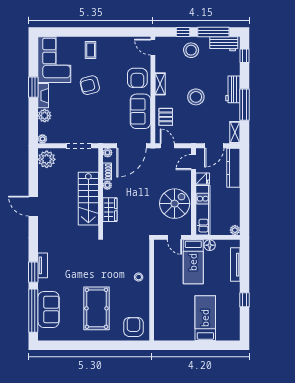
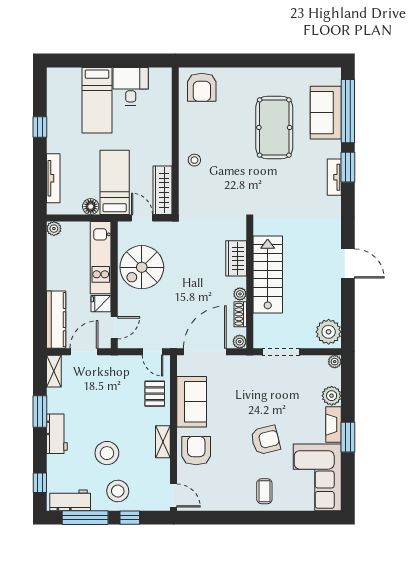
stool: (196, 97) -> (107, 453), moved
window: (245, 105) -> (40, 411), width x0.69
wardrobe: (160, 256) -> (163, 190), added
pool table: (96, 308) -> (274, 128), moved
desk: (182, 328) -> (131, 86), added

